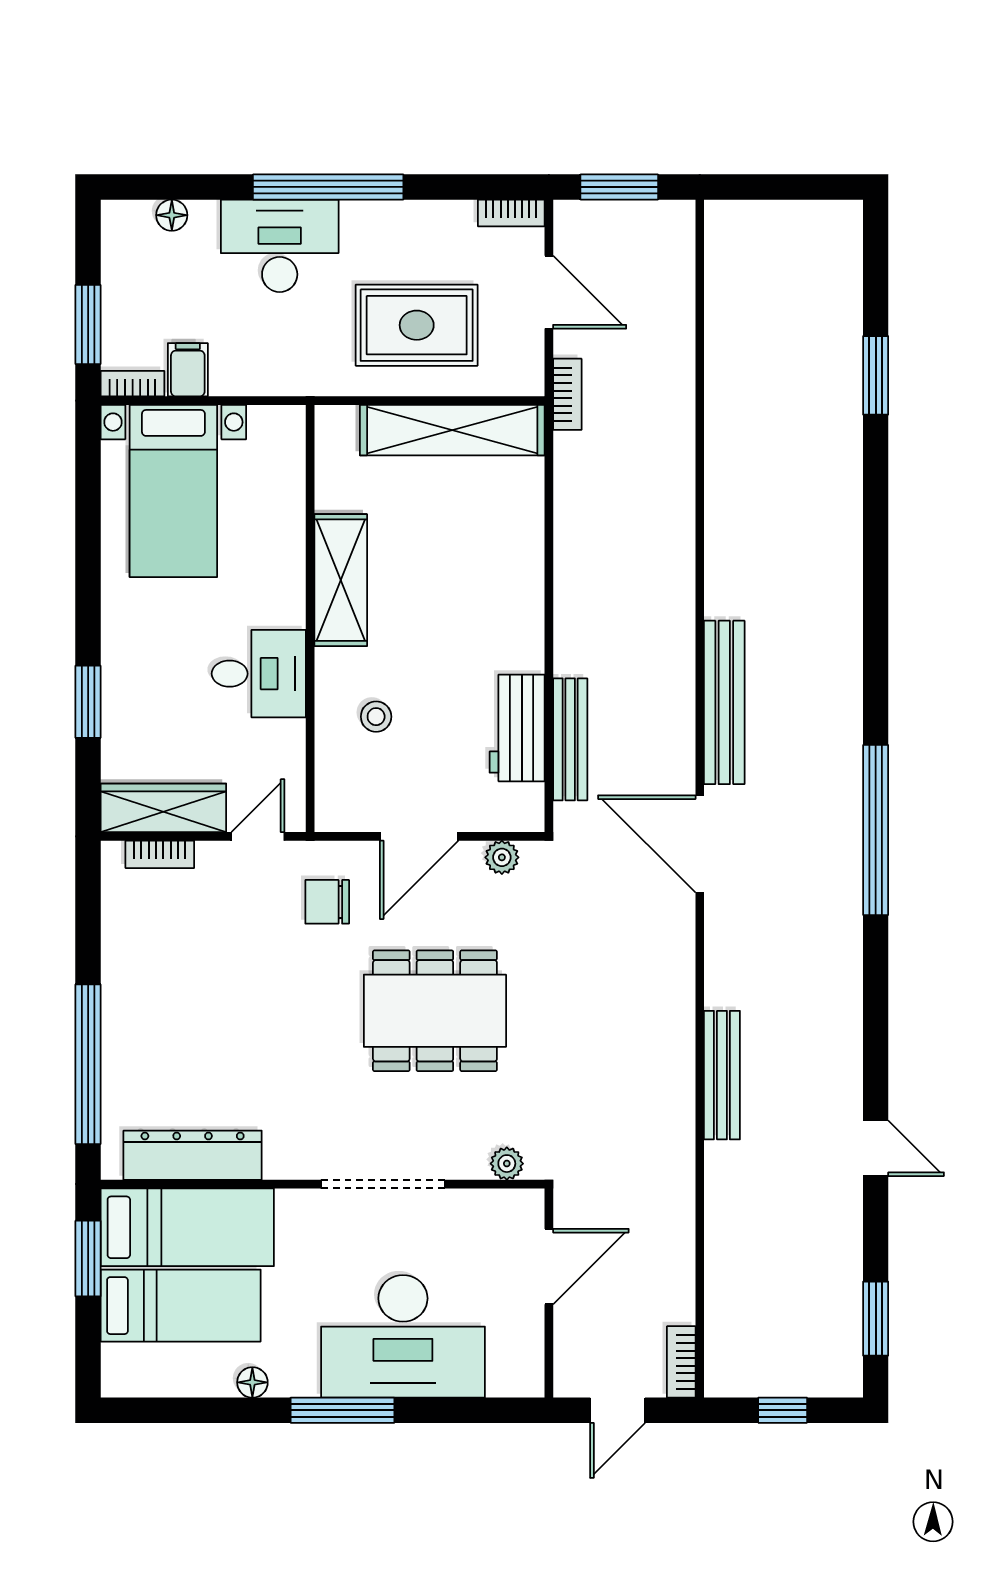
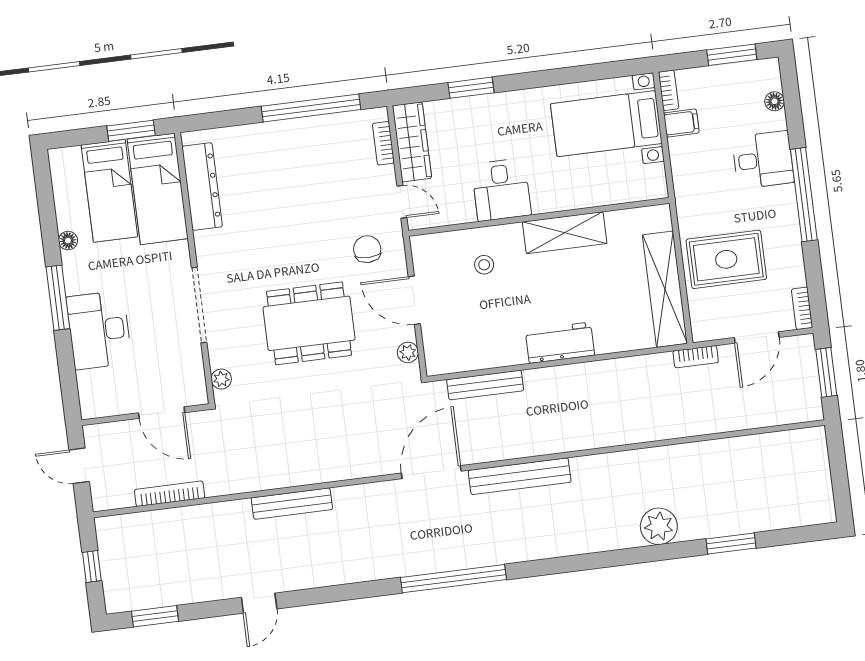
desk: (280, 246) -> (763, 160), width x0.73
window: (88, 325) -> (732, 55), moved
rug: (417, 325) -> (726, 259), turned 90
plant: (833, 488) -> (659, 526), added
workbench: (517, 728) -> (560, 343), moved
dining table: (435, 1011) -> (309, 323), turned 90
window: (88, 1064) -> (311, 108), moved
desk: (403, 1336) -> (99, 330), width x0.73, depth x0.77
bookcase: (681, 1362) -> (170, 494), moved, width x1.56

